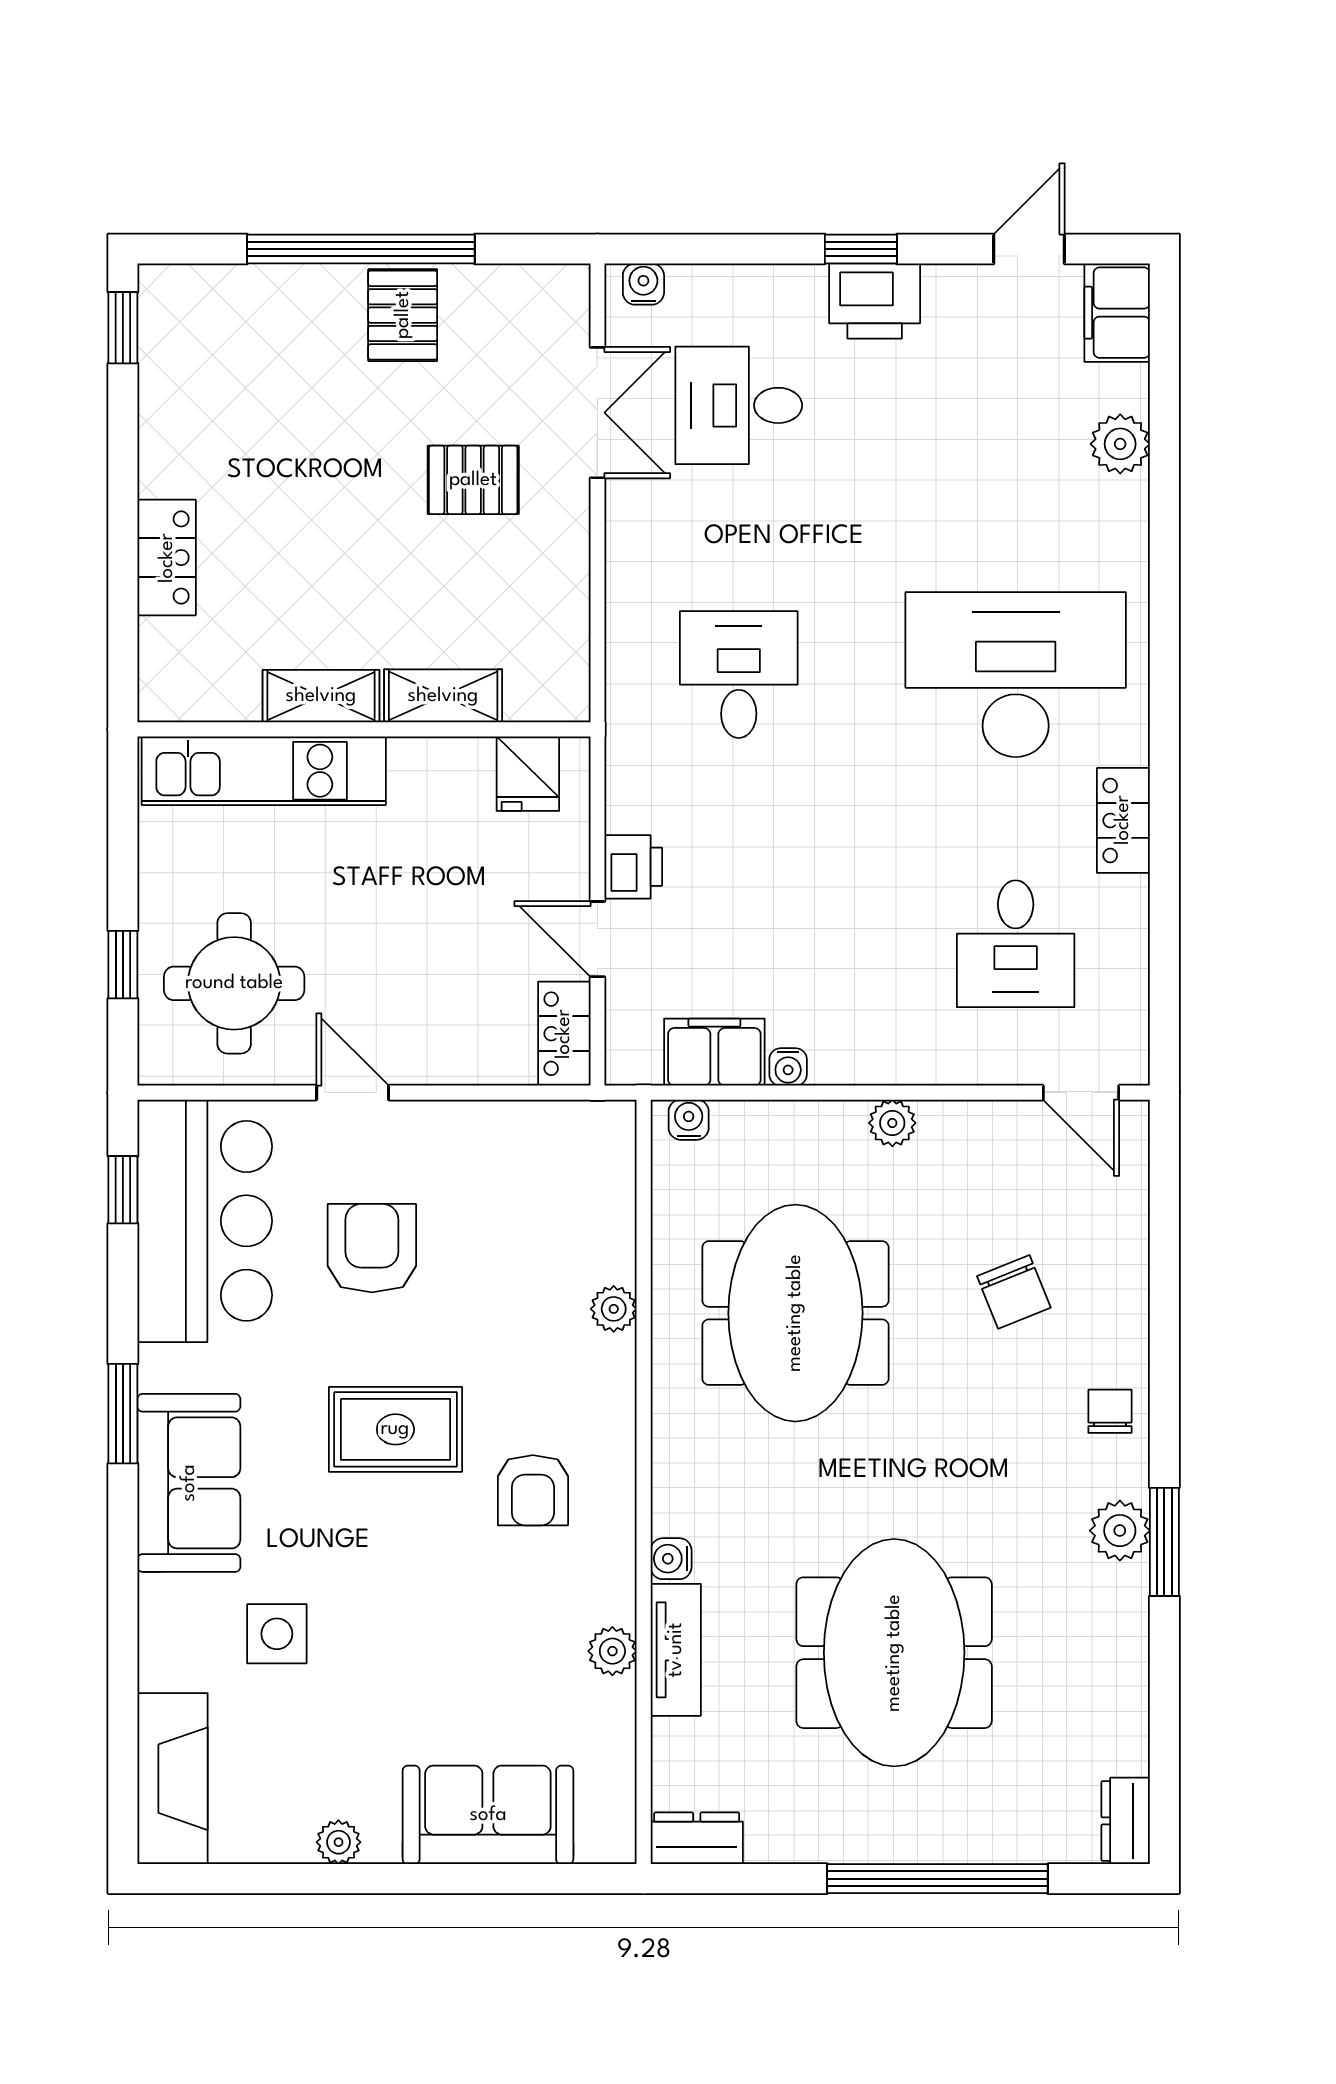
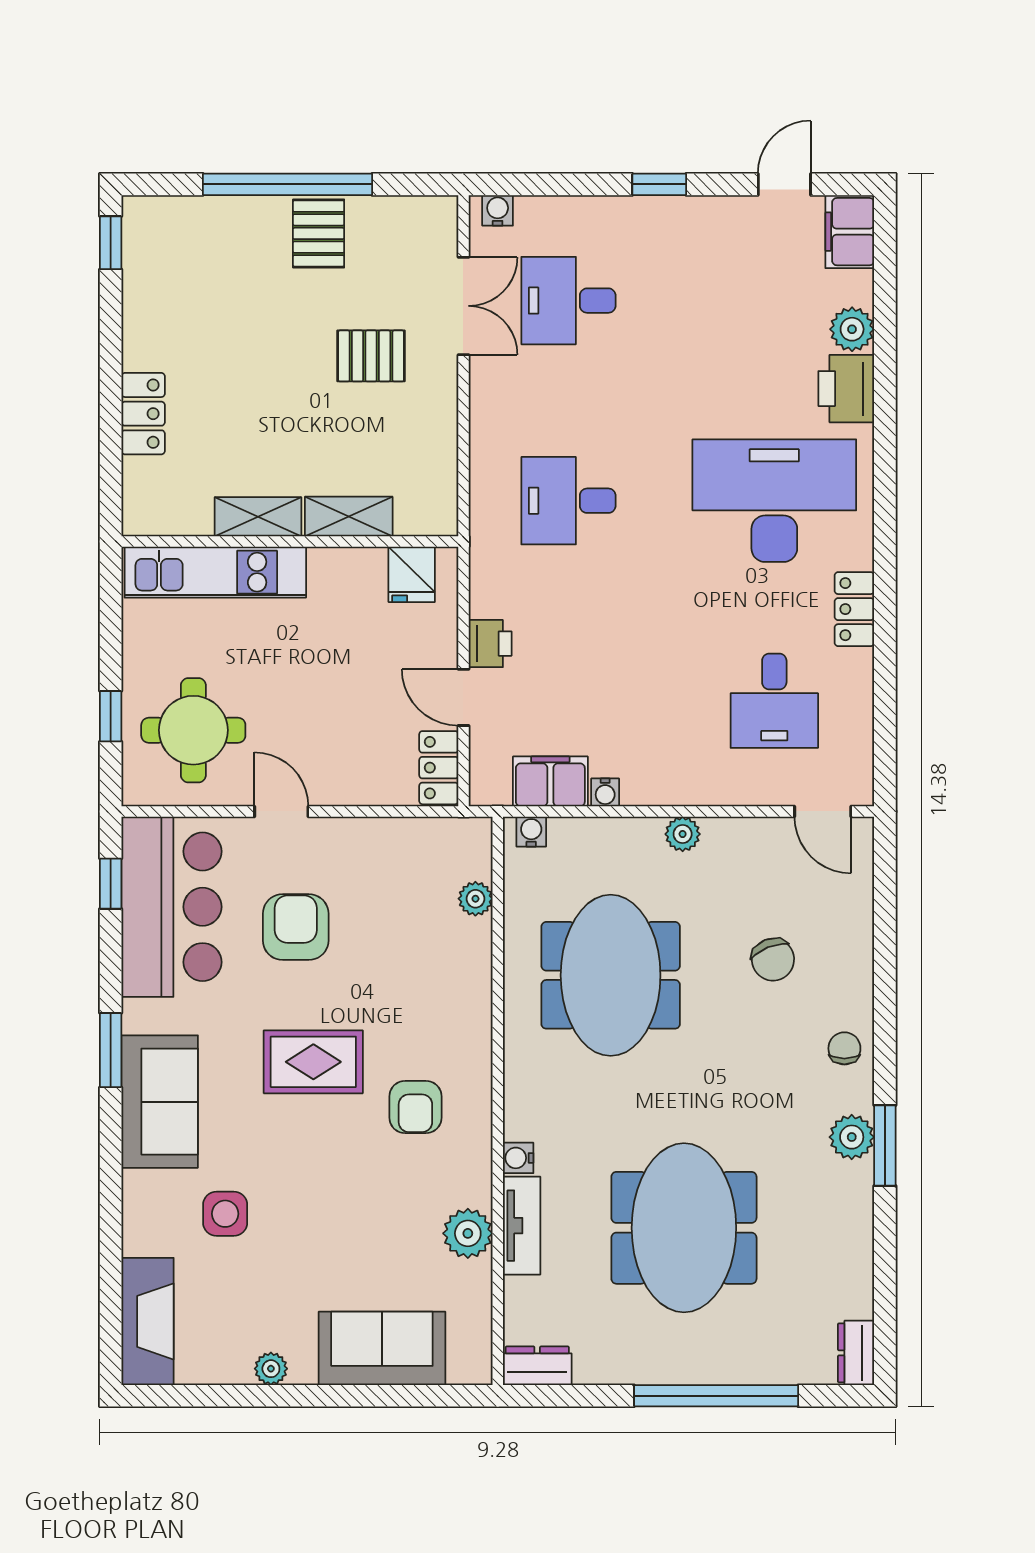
printer: (875, 301) -> (846, 389), moved, turned 90
desk: (739, 675) -> (568, 501), turned -90
plant: (614, 1309) -> (475, 899), moved
plant: (612, 1651) -> (468, 1233), width x1.38, depth x1.38

